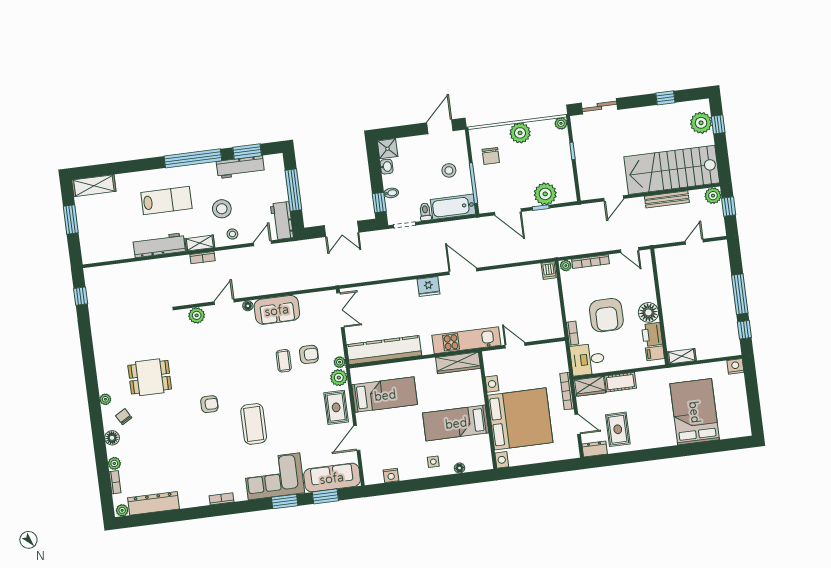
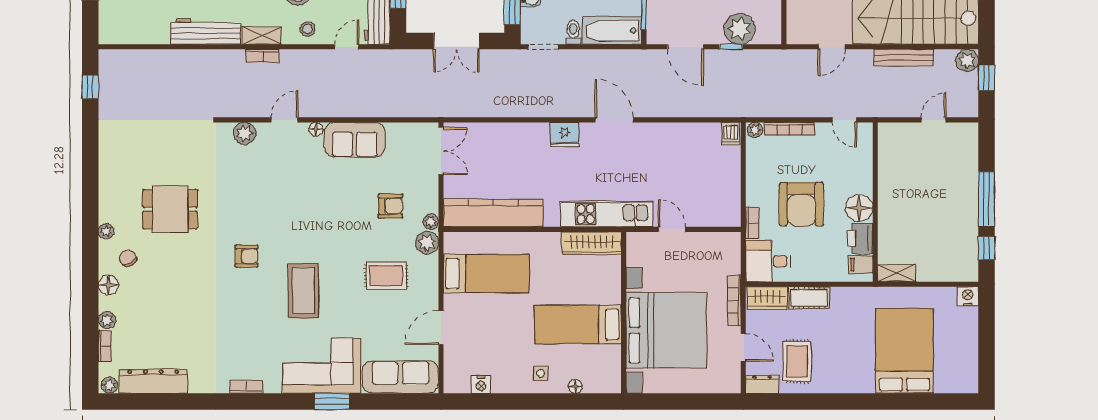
coffee table: (284, 361) -> (355, 210), removed
rug: (336, 407) -> (386, 276), moved, turned 90
window: (325, 496) -> (388, 401), removed

